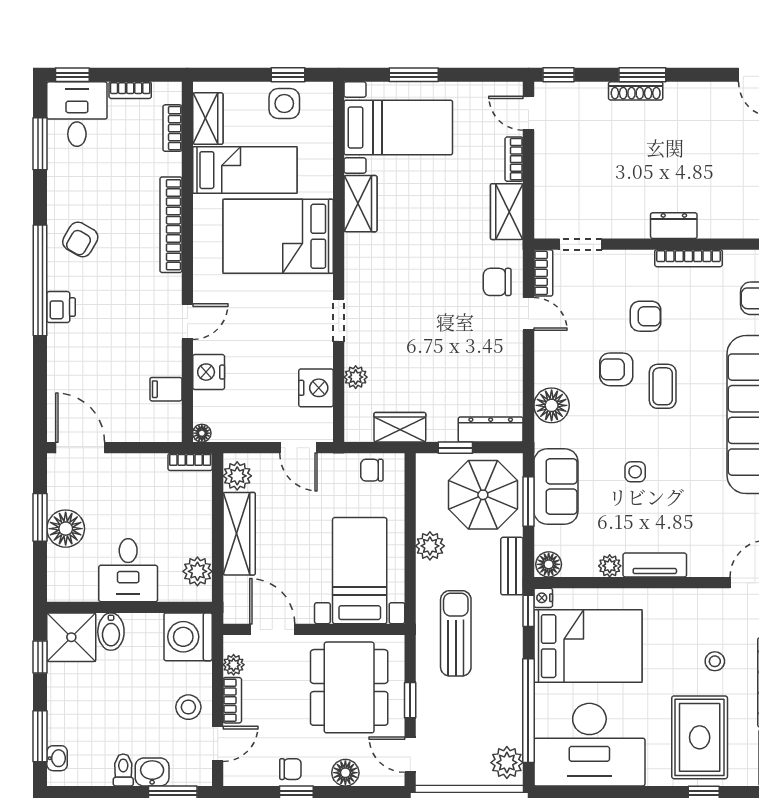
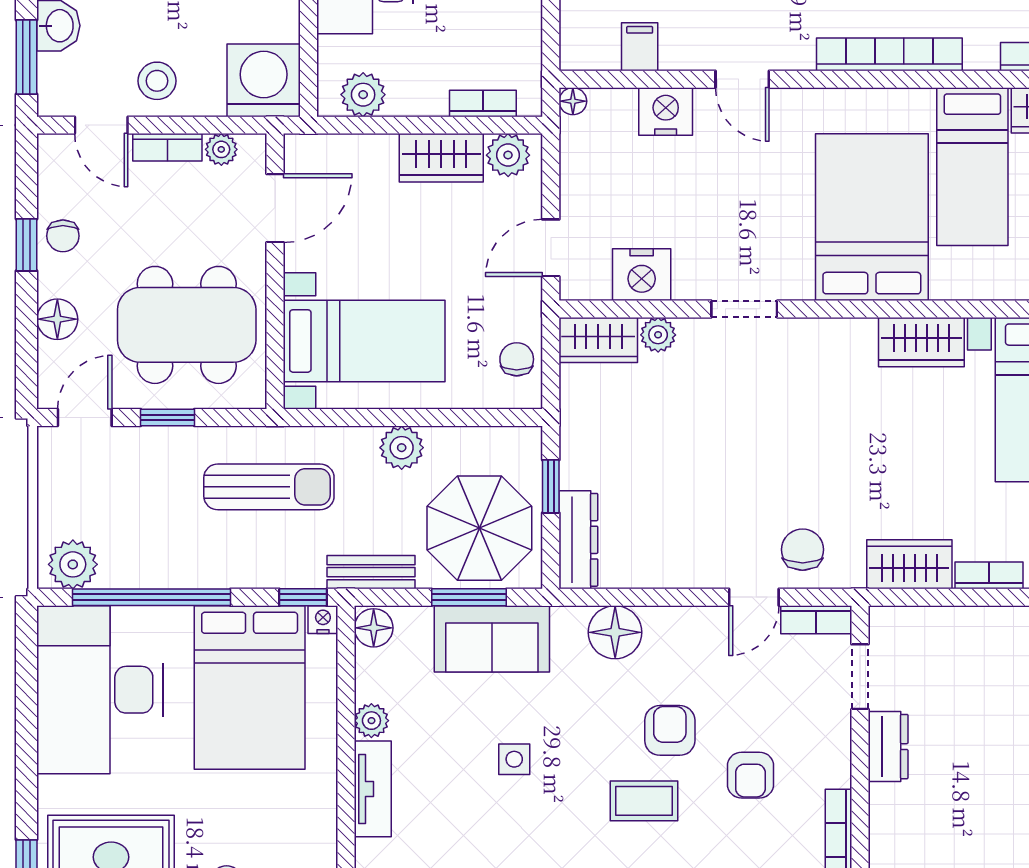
dresser: (674, 226) -> (888, 747), moved
wardrobe: (400, 427) -> (598, 340), moved, turned 90
bookcase: (190, 462) -> (483, 103), moved, turned 90
wardrobe: (239, 534) -> (441, 158), width x0.67

